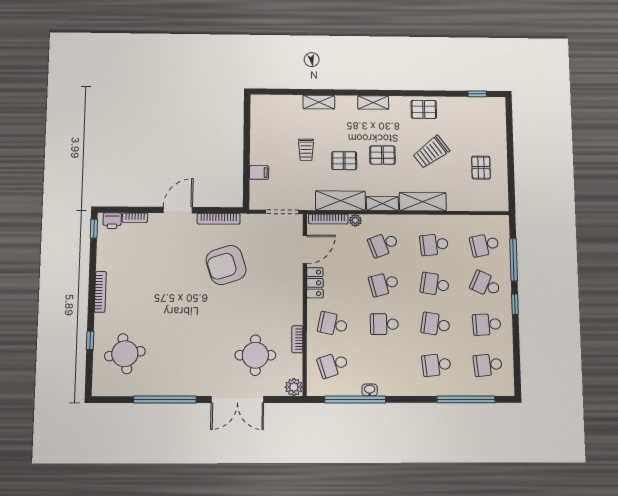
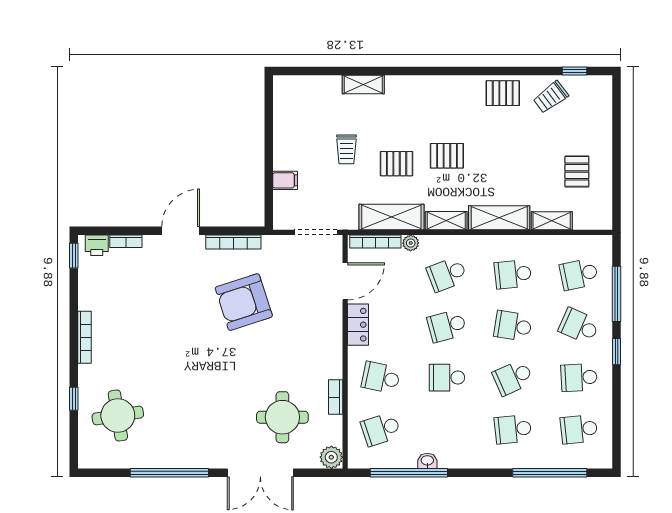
shelving: (373, 102) -> (552, 221), moved
trolley: (431, 152) -> (551, 97), moved, width x0.73, depth x0.72
school desk: (436, 324) -> (513, 378), turned -33

